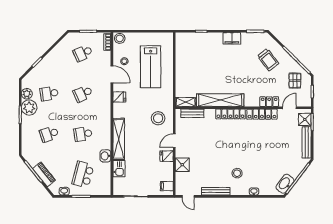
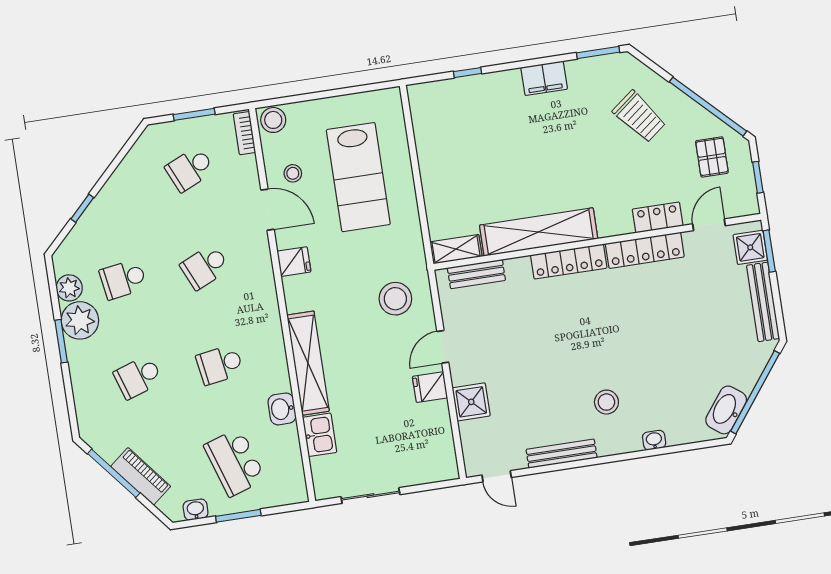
school desk: (83, 175) -> (235, 462), turned -33
filing cabinet: (167, 186) -> (441, 459), removed

